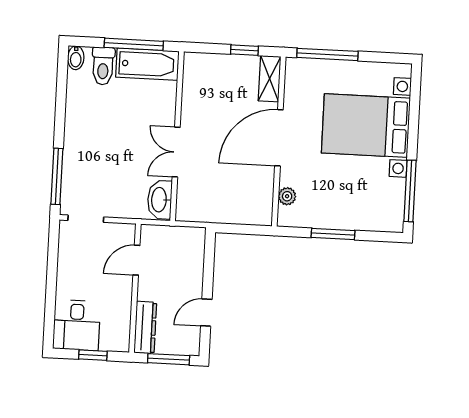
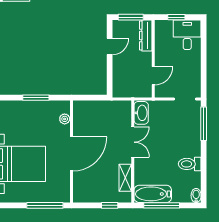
window: (244, 50) -> (110, 205), moved
toilet: (103, 66) -> (190, 164), moved, turned -90
shelving: (270, 79) -> (125, 178), moved

